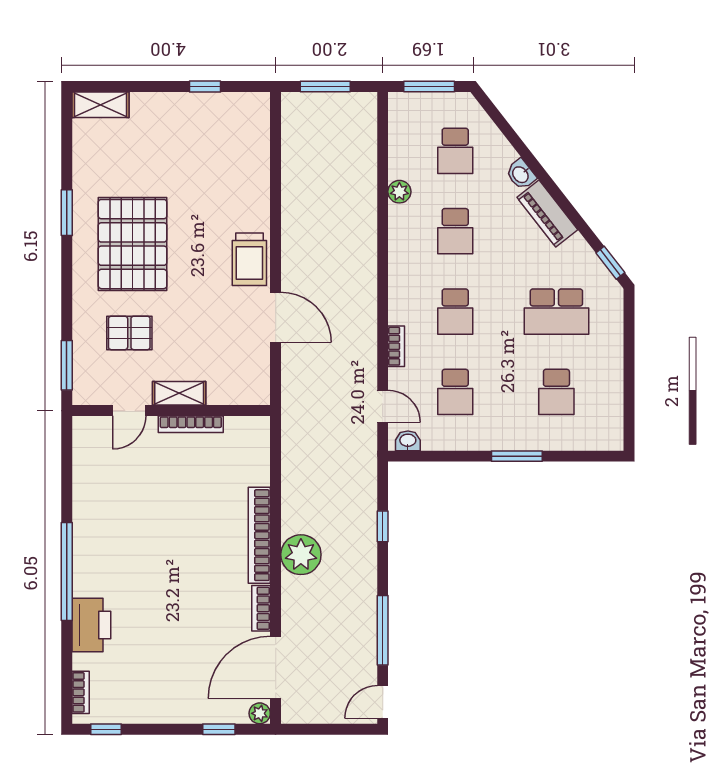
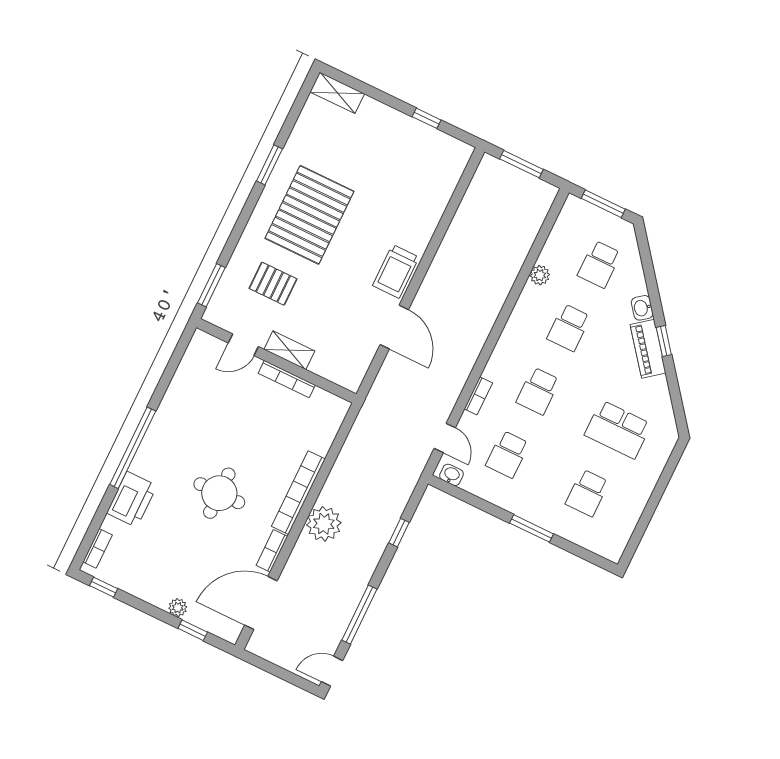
window: (610, 263) -> (664, 341), moved
round table: (178, 575) -> (219, 493), added
plant: (260, 713) -> (178, 608), moved

